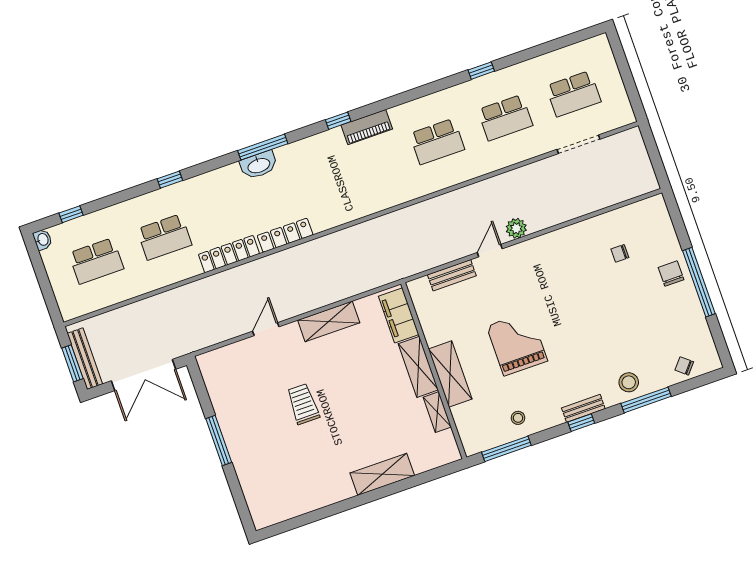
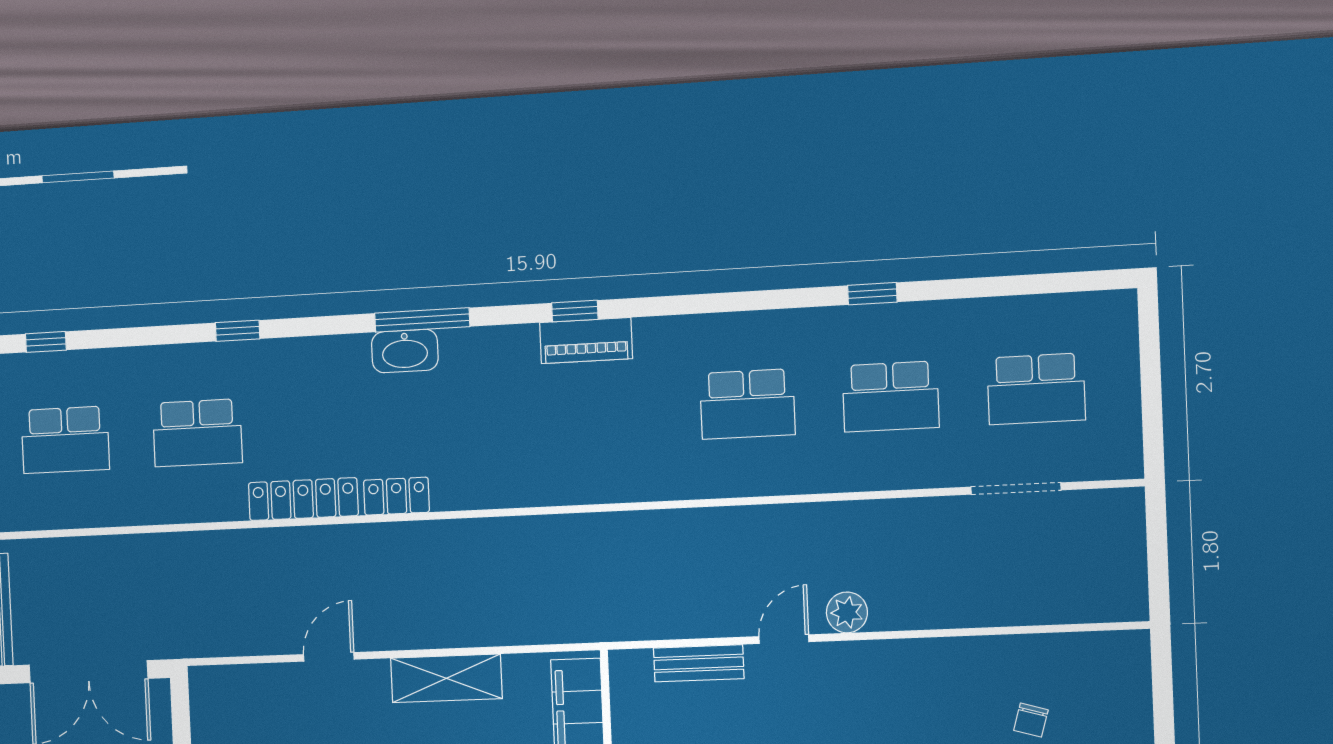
piano: (367, 127) -> (586, 341), moved
locker: (285, 235) -> (396, 496), width x0.66
chair: (620, 253) -> (1031, 720), turned -74

